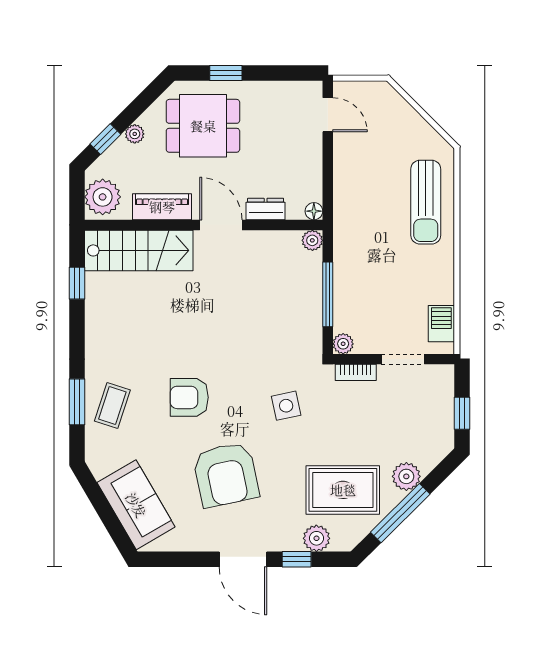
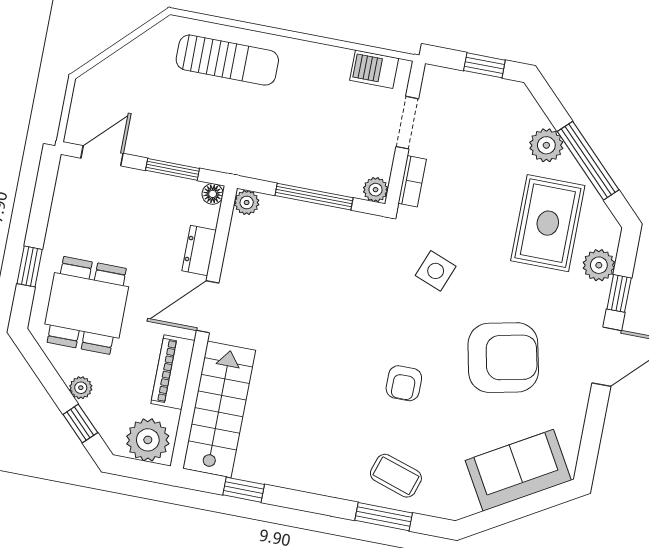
window: (328, 175) -> (172, 169), added
armchair: (189, 397) -> (404, 383), width x0.72, depth x0.72
side table: (286, 406) -> (436, 271), turned 33

